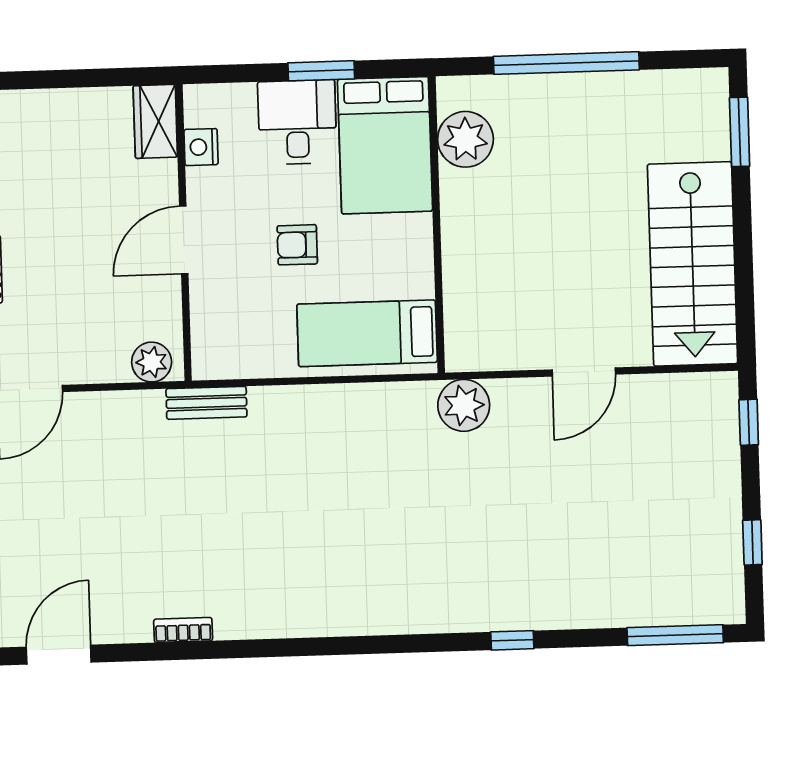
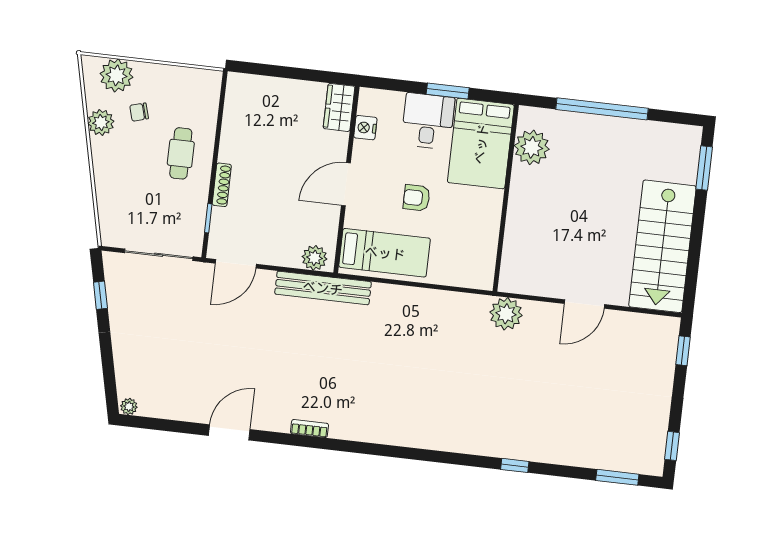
bed: (367, 333) -> (385, 253), moved, turned 180
bench: (206, 403) -> (323, 288), width x1.86, depth x1.21
window: (752, 542) -> (672, 446), moved
window: (675, 635) -> (617, 477), width x0.69

